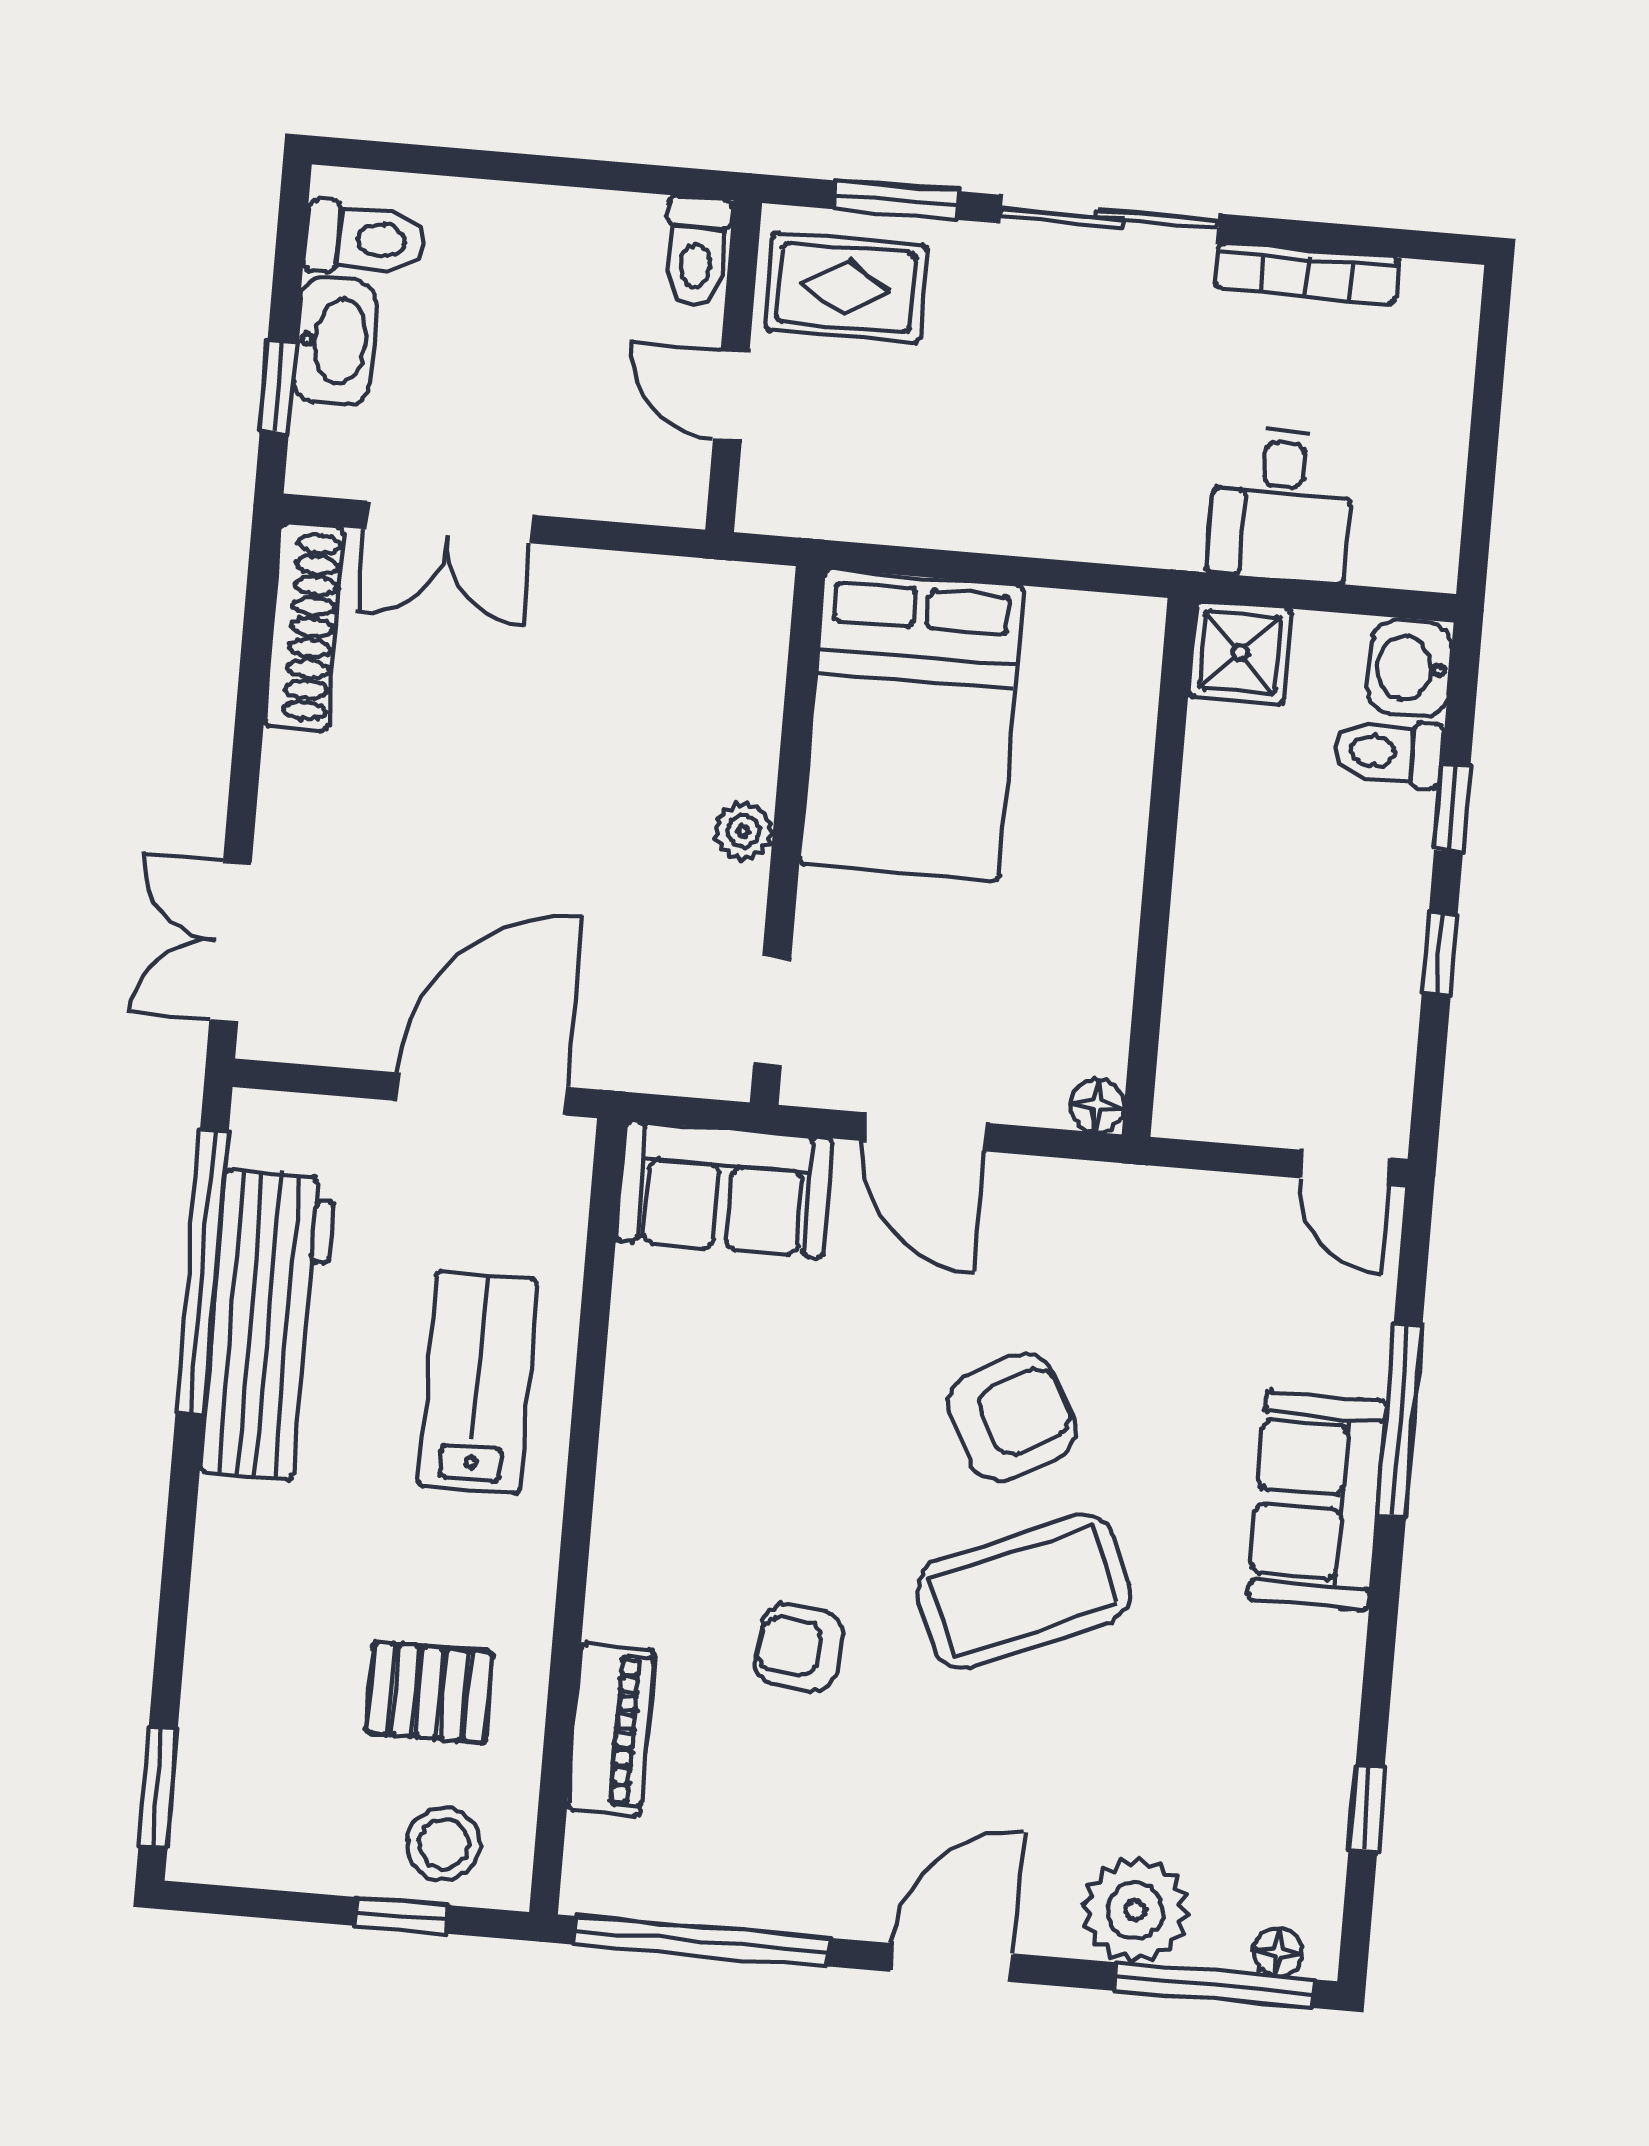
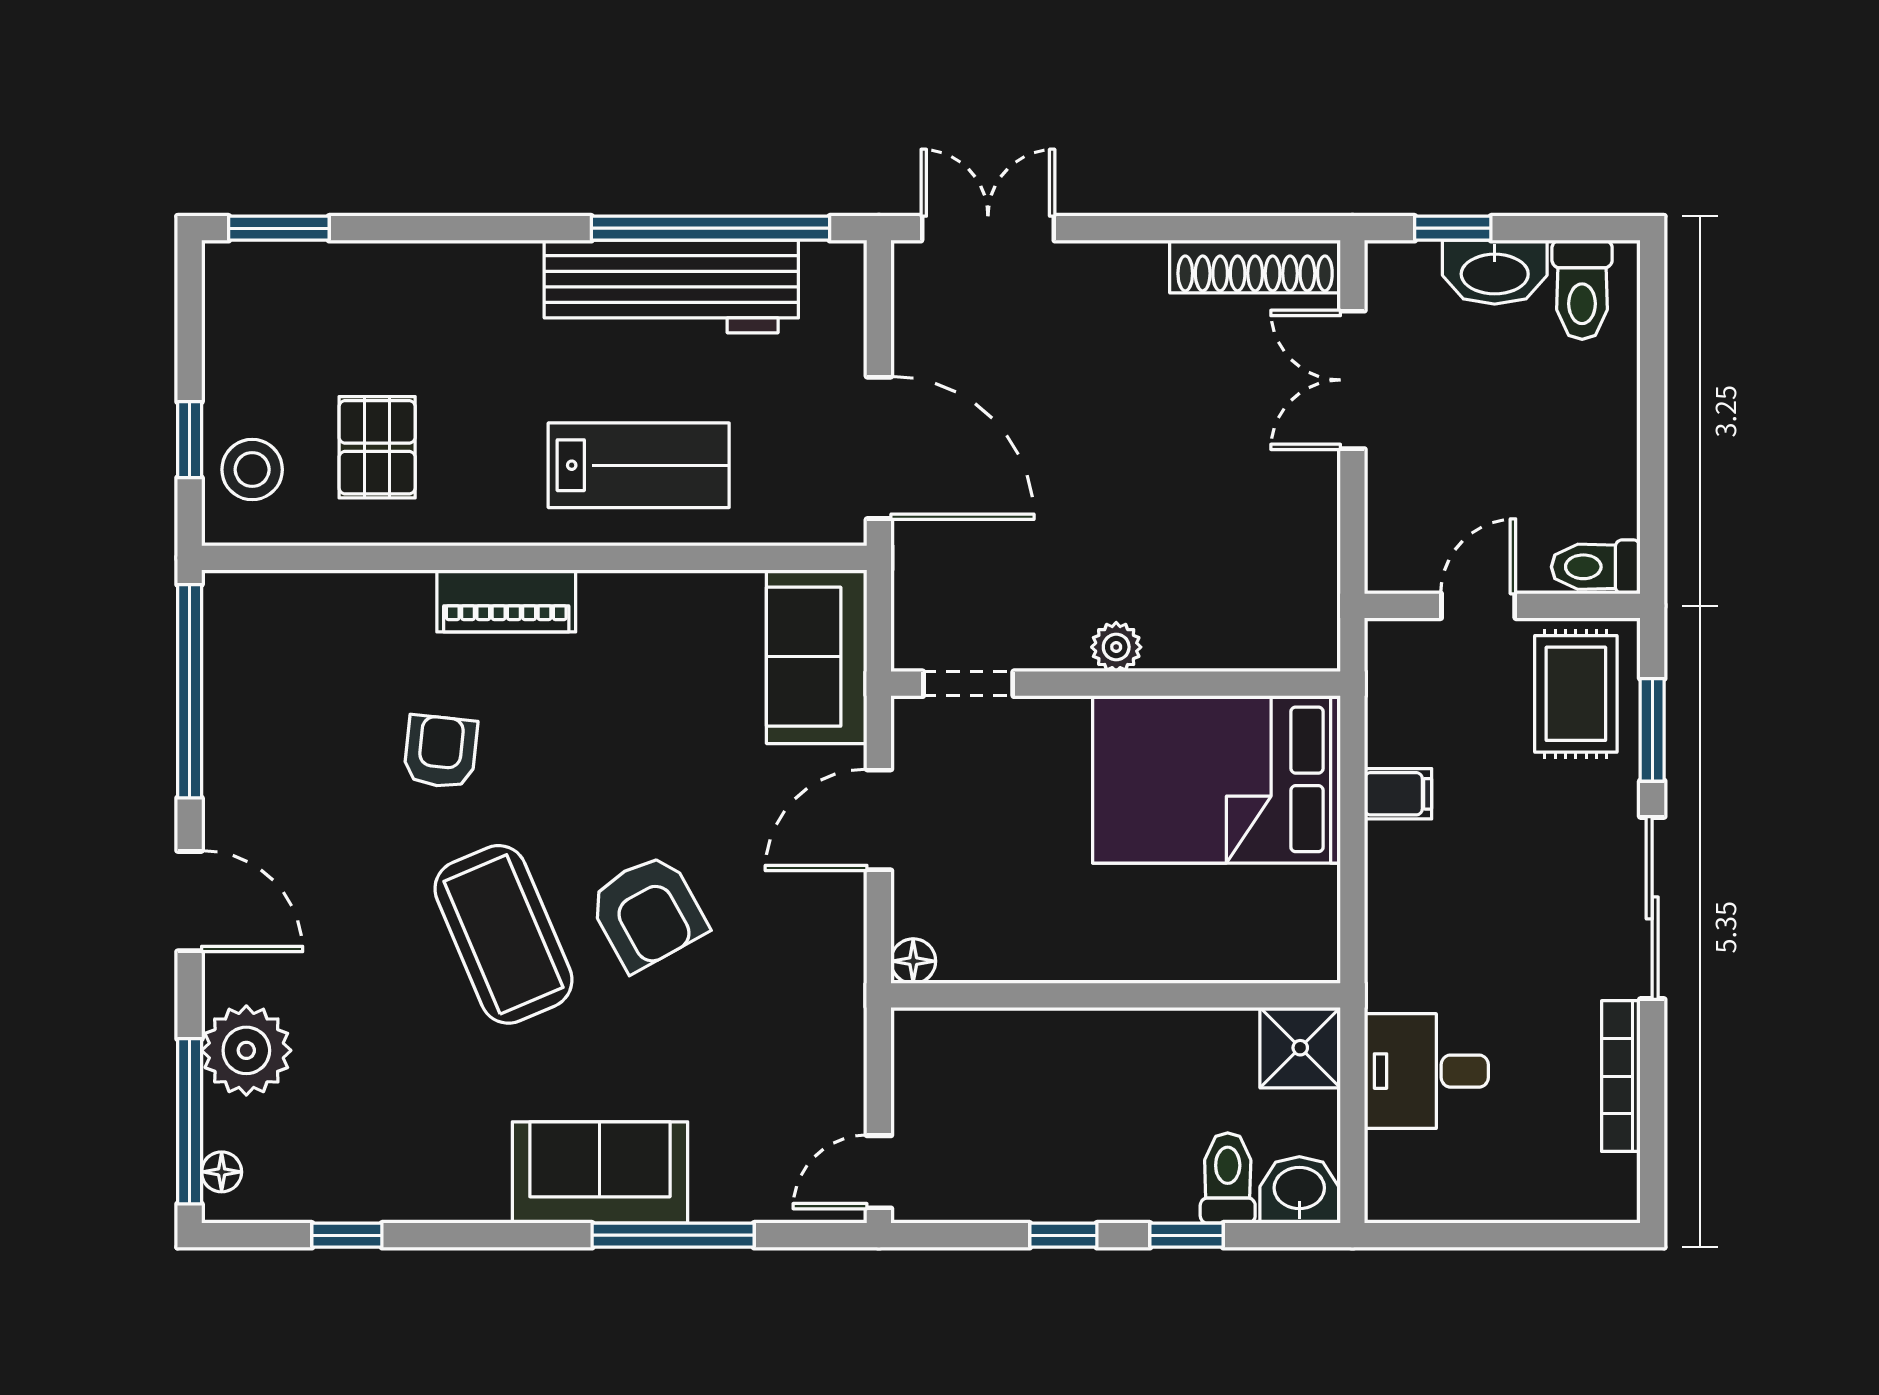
filing cabinet: (947, 510) -> (1398, 794), added
piano: (611, 1729) -> (506, 601), moved

